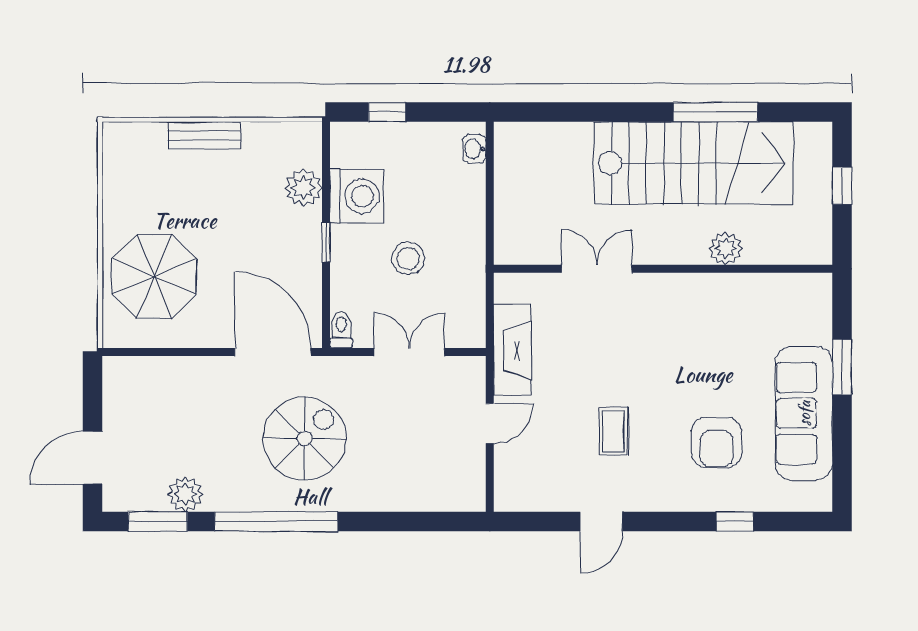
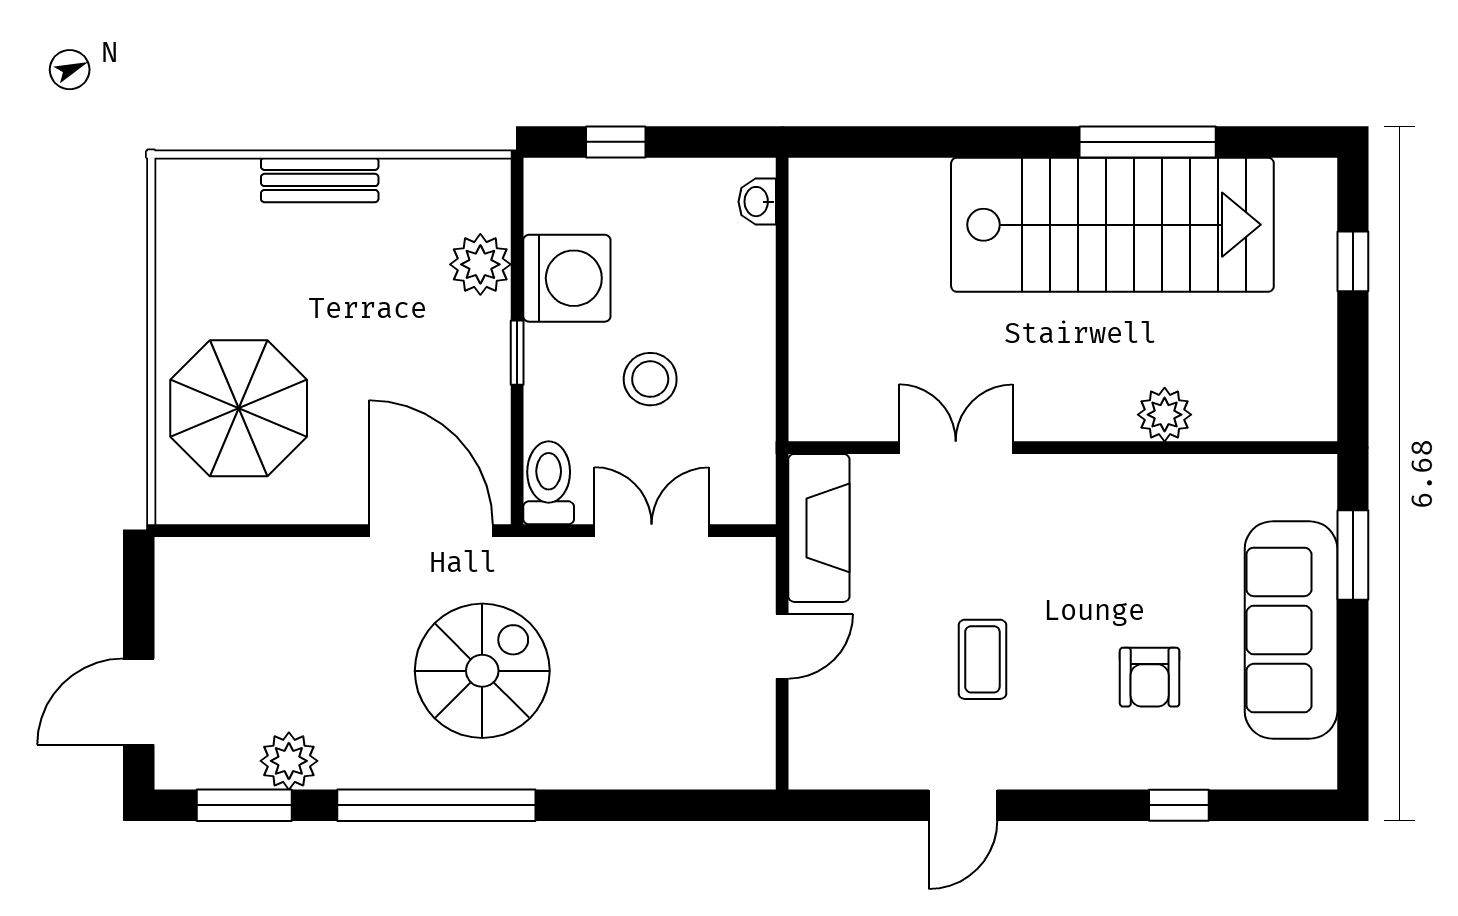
plant: (726, 248) -> (1165, 415), moved
double door: (597, 269) -> (956, 448), moved
wall: (663, 269) -> (1063, 448), moved
toilet: (341, 330) -> (549, 483), width x1.37, depth x1.39
armchair: (717, 442) -> (1150, 677), width x0.72, depth x0.72

